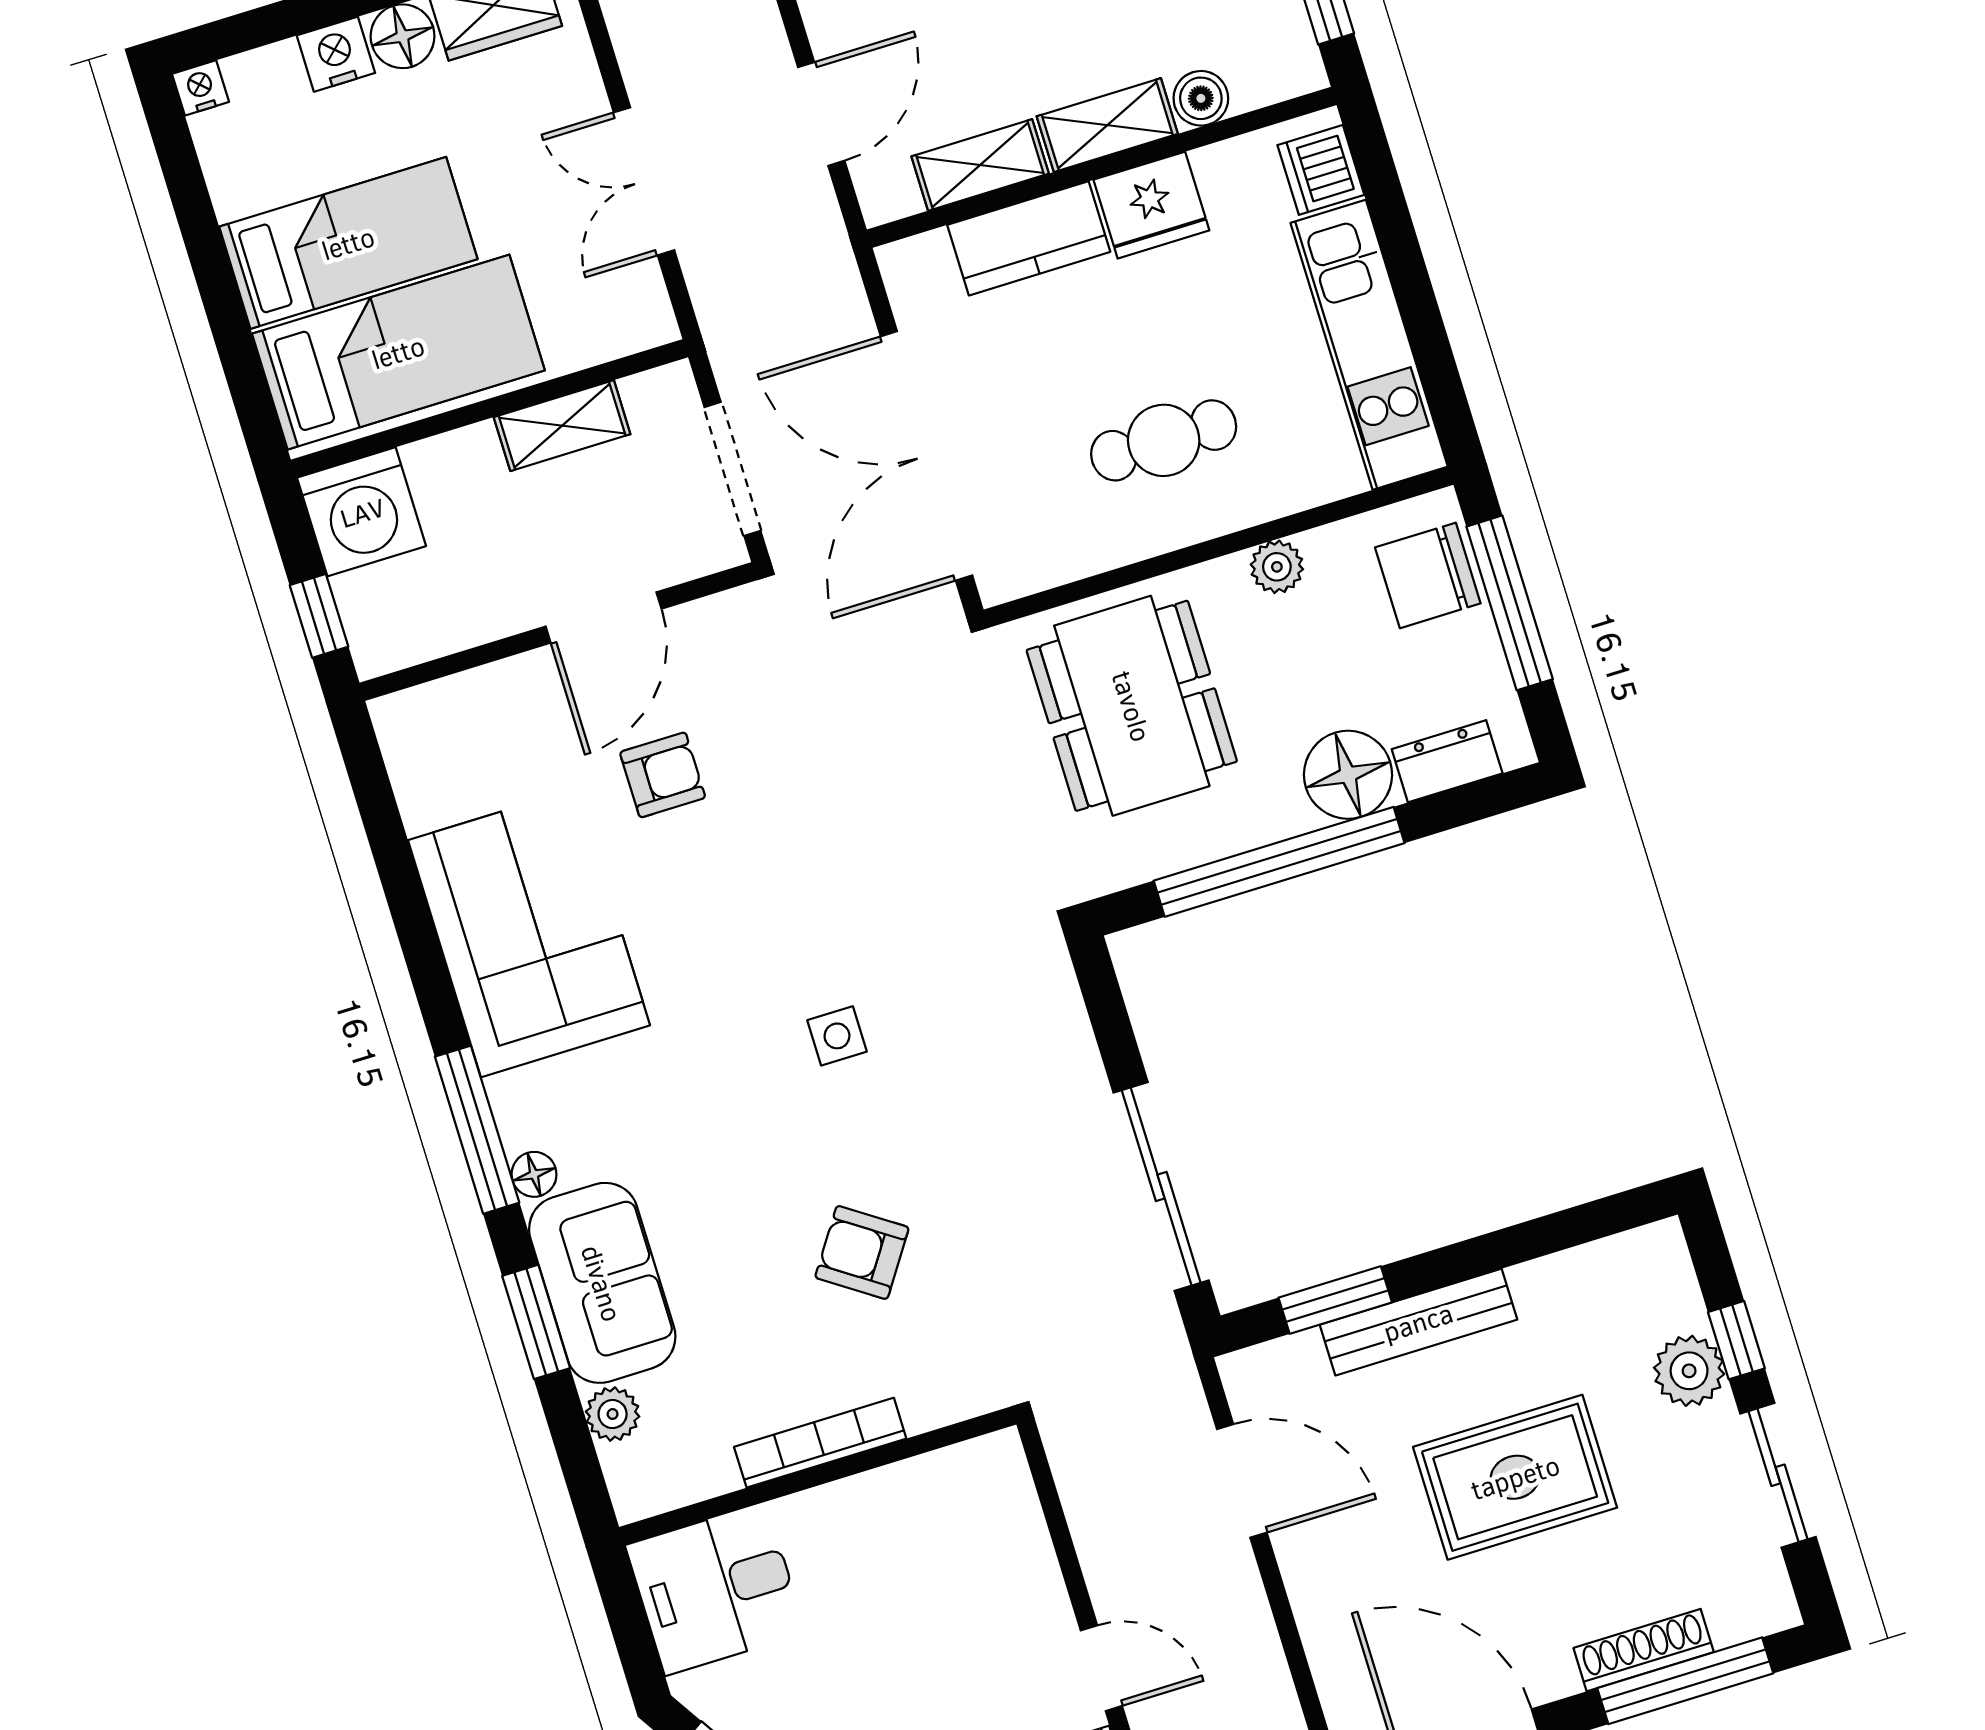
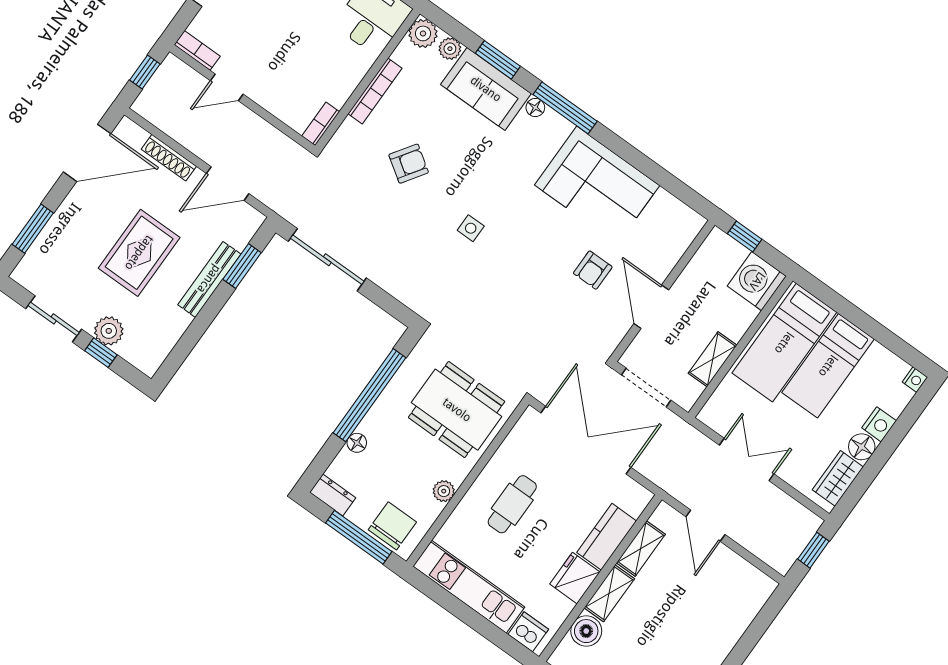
boiler: (1201, 98) -> (586, 631), width x1.36, depth x1.36
dresser: (1447, 761) -> (333, 495), moved, turned -90
floor lamp: (1348, 775) -> (357, 443), width x0.53, depth x0.53
bookcase: (974, 1459) -> (321, 124), added
plant: (642, 1483) -> (423, 33), added
shoe rack: (1644, 1650) -> (169, 158), moved, turned 90
window: (1685, 1681) -> (33, 229), width x0.69

